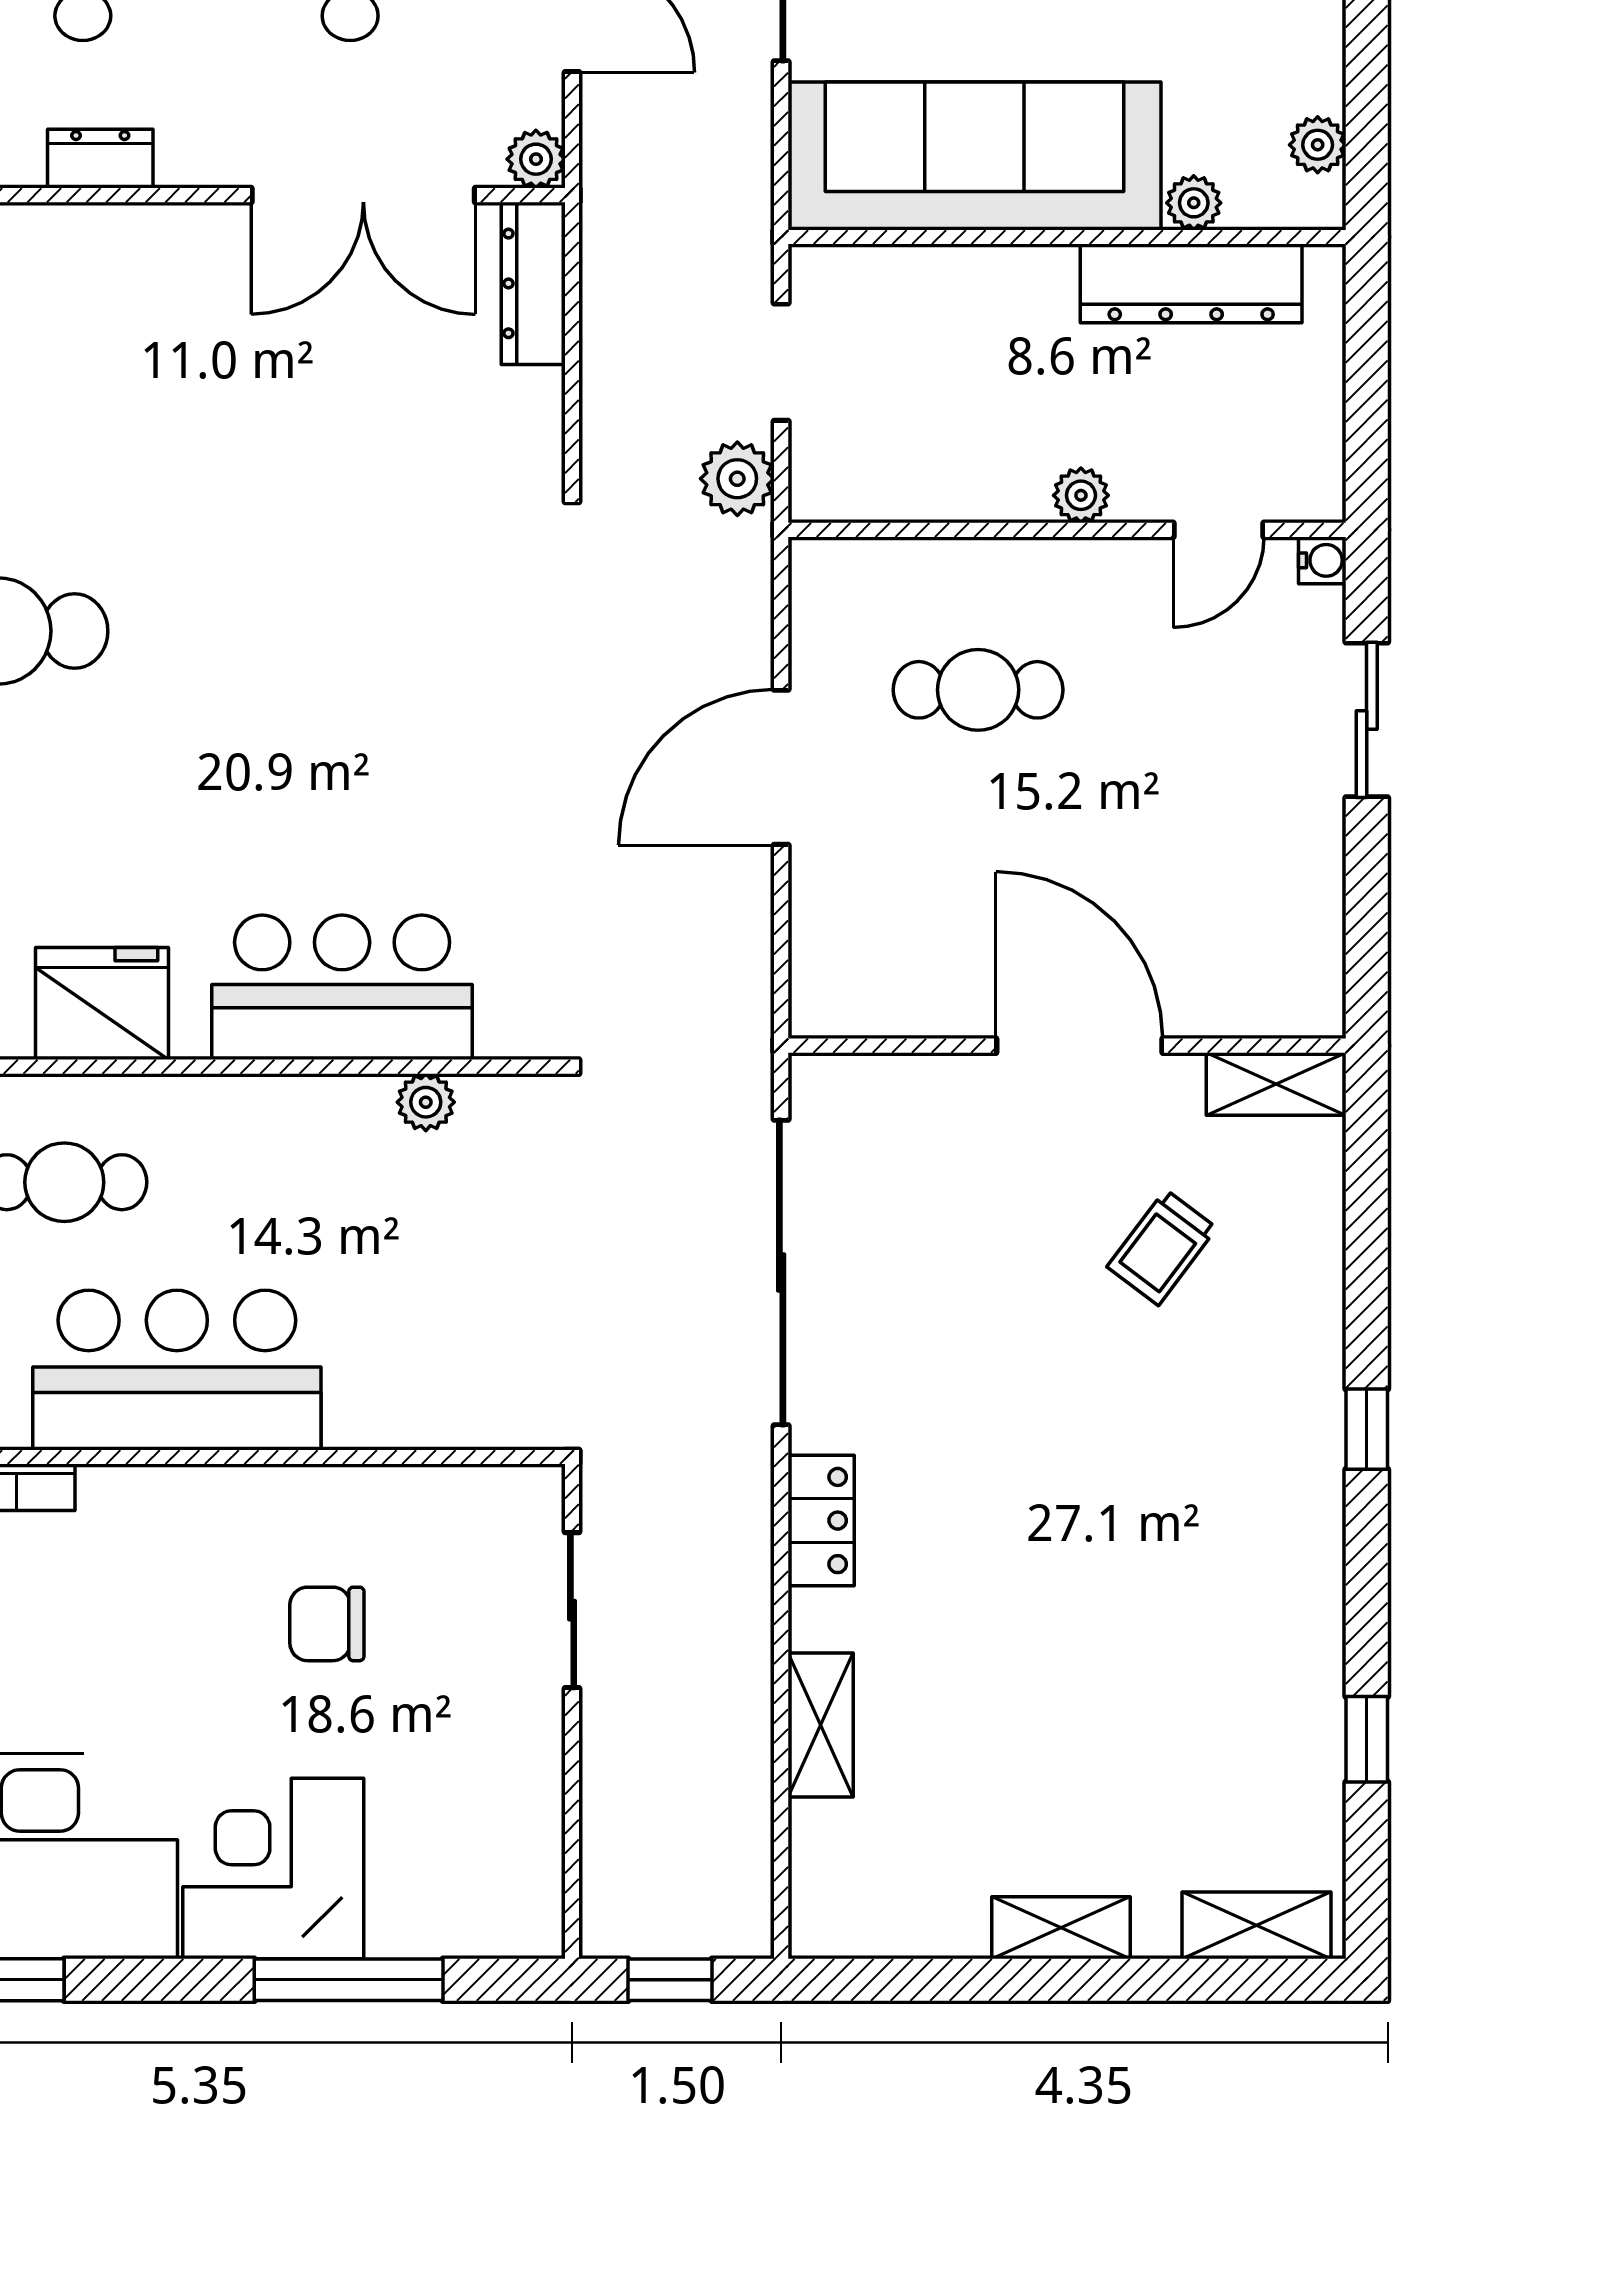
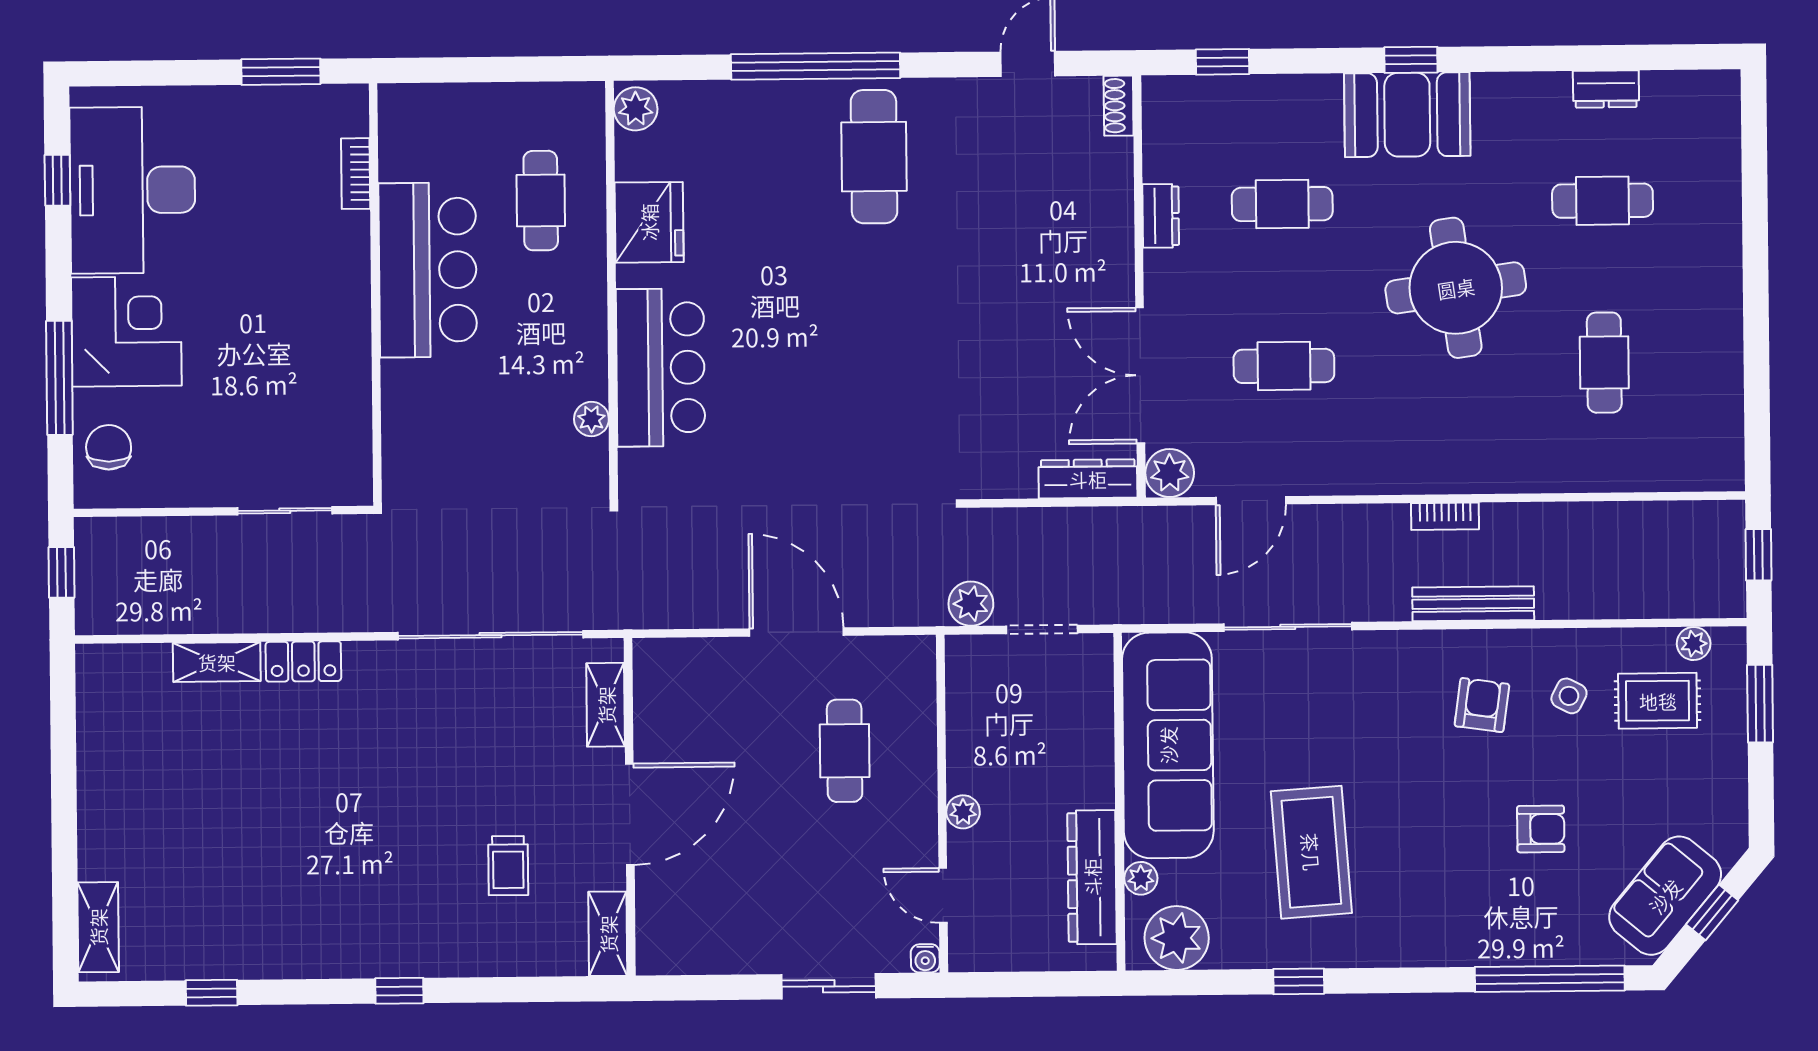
plant: (1318, 145) -> (1177, 938), width x1.87, depth x1.87
plant: (536, 159) -> (1170, 473), width x1.38, depth x1.38
trolley: (1162, 1247) -> (508, 866), turned -127
locker: (821, 1521) -> (303, 661), moved
chair: (327, 1624) -> (109, 447), moved
shelving: (1061, 1928) -> (606, 705), moved

